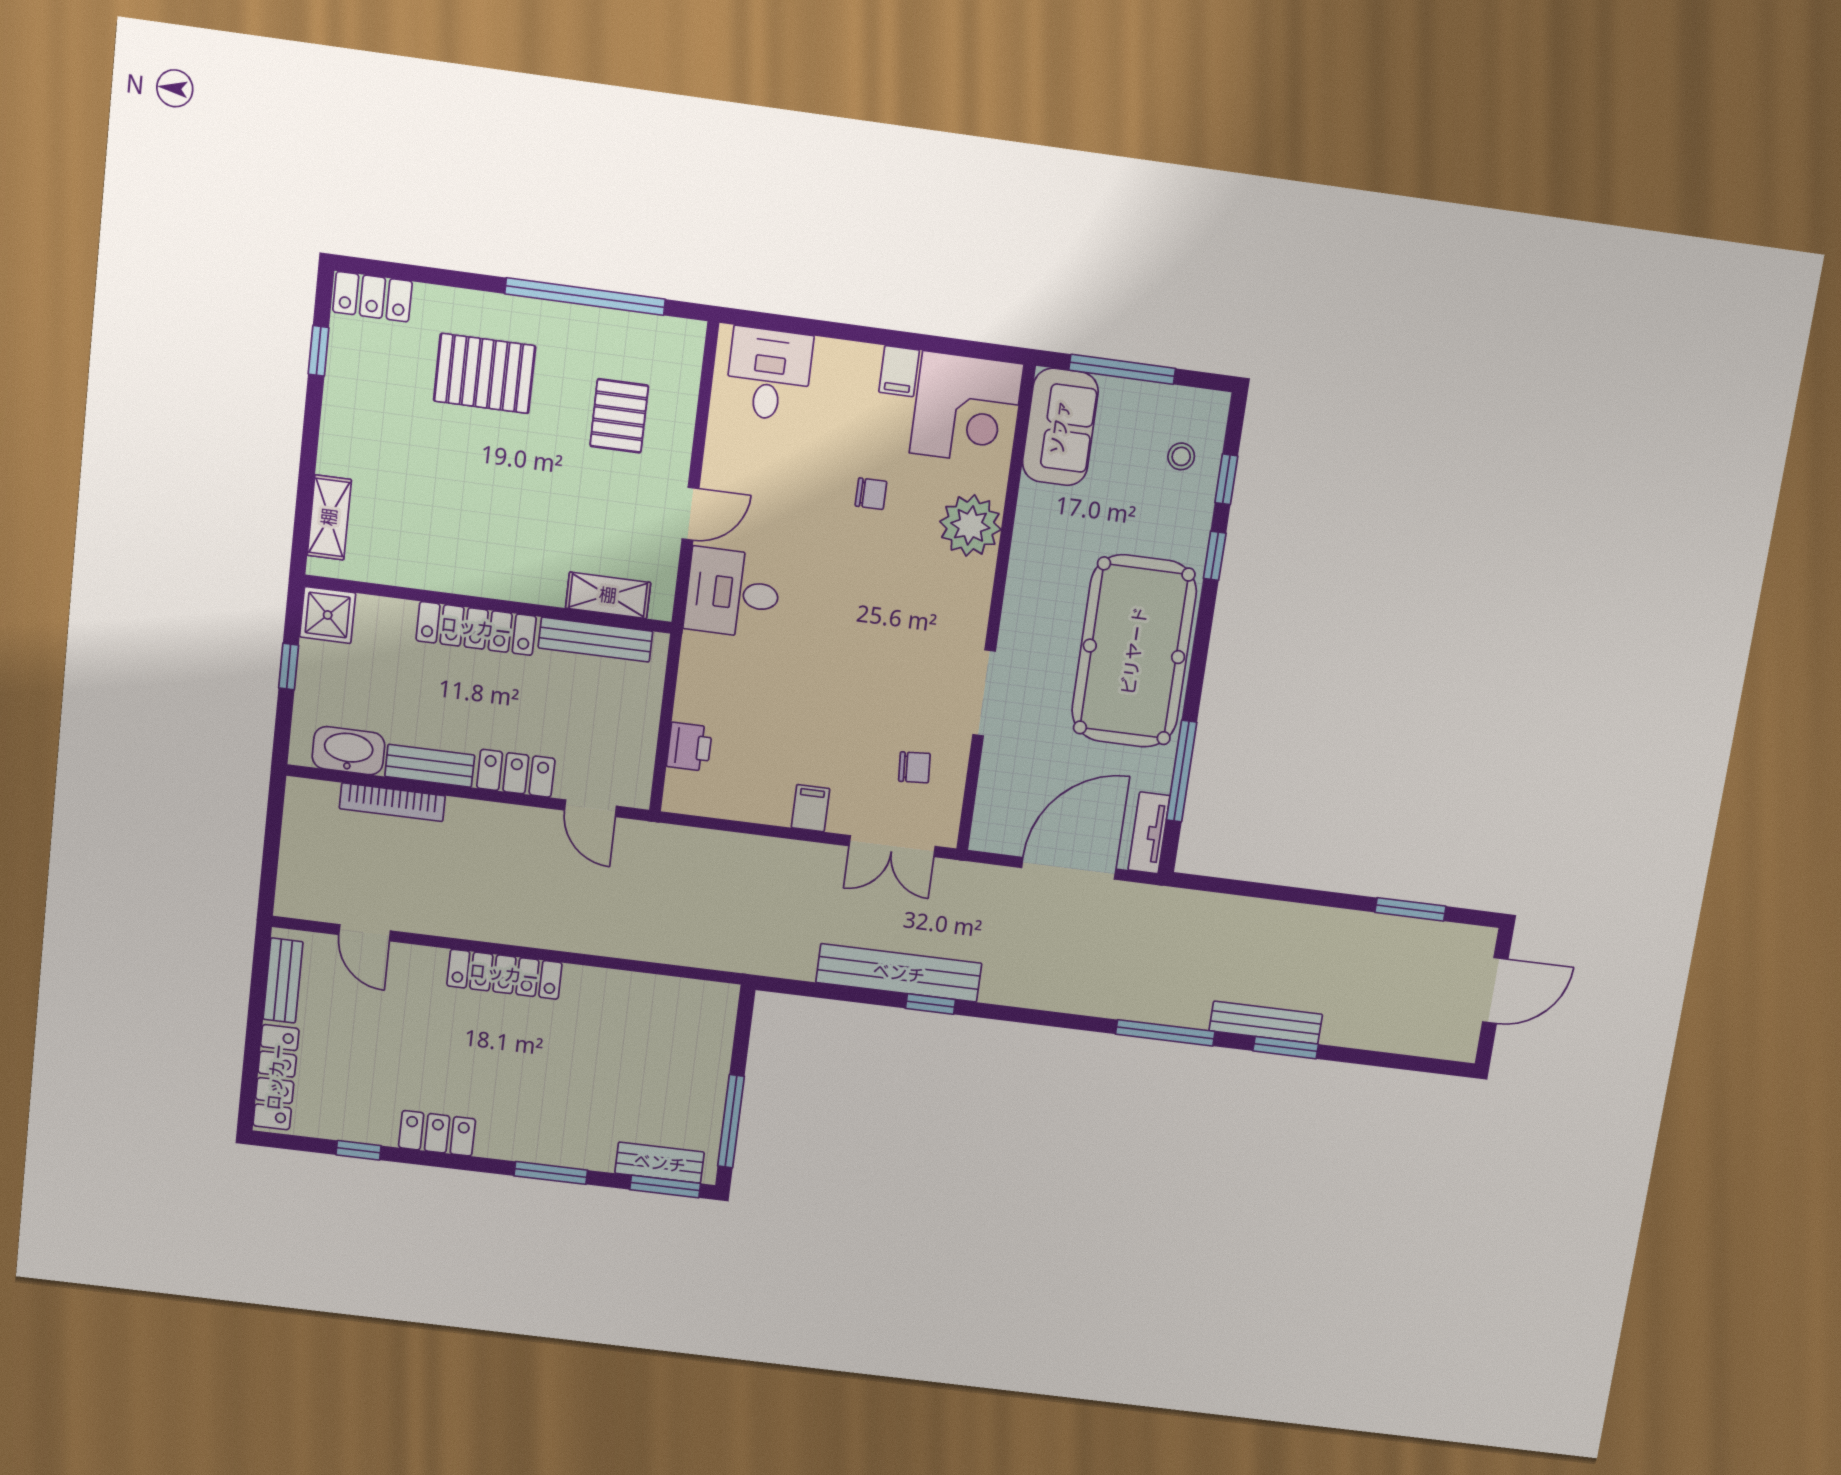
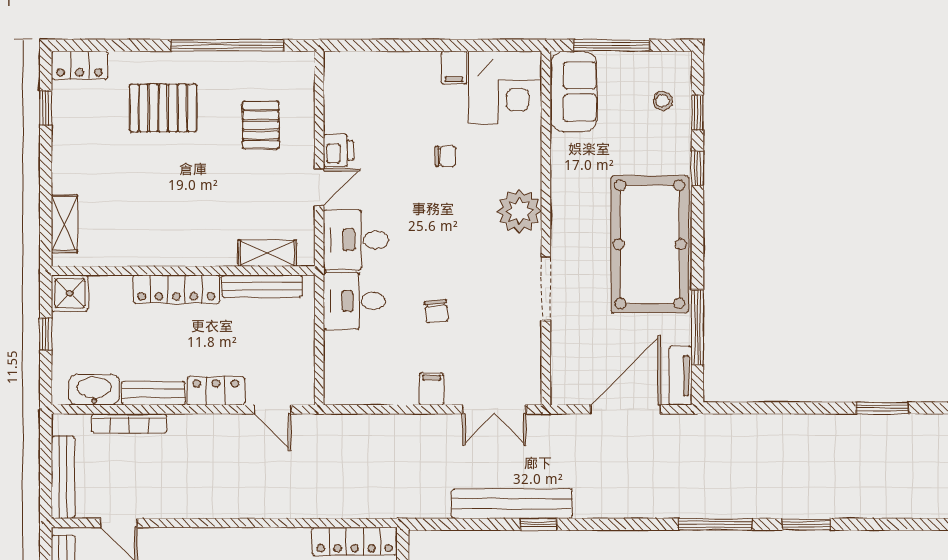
desk: (769, 374) -> (354, 301), moved, turned -90
plant: (970, 525) -> (519, 211), moved
printer: (689, 747) -> (338, 150), moved
chair: (914, 767) -> (436, 311), moved, turned 88
locker: (504, 974) -> (355, 541), moved
bench: (1266, 1023) -> (63, 477), moved, turned 90

